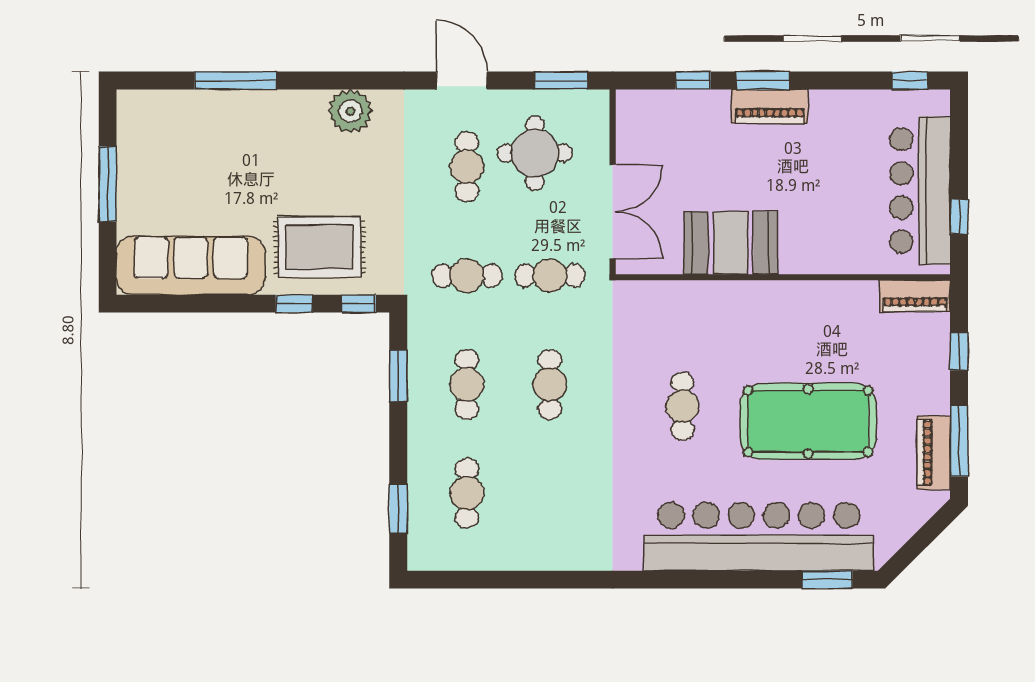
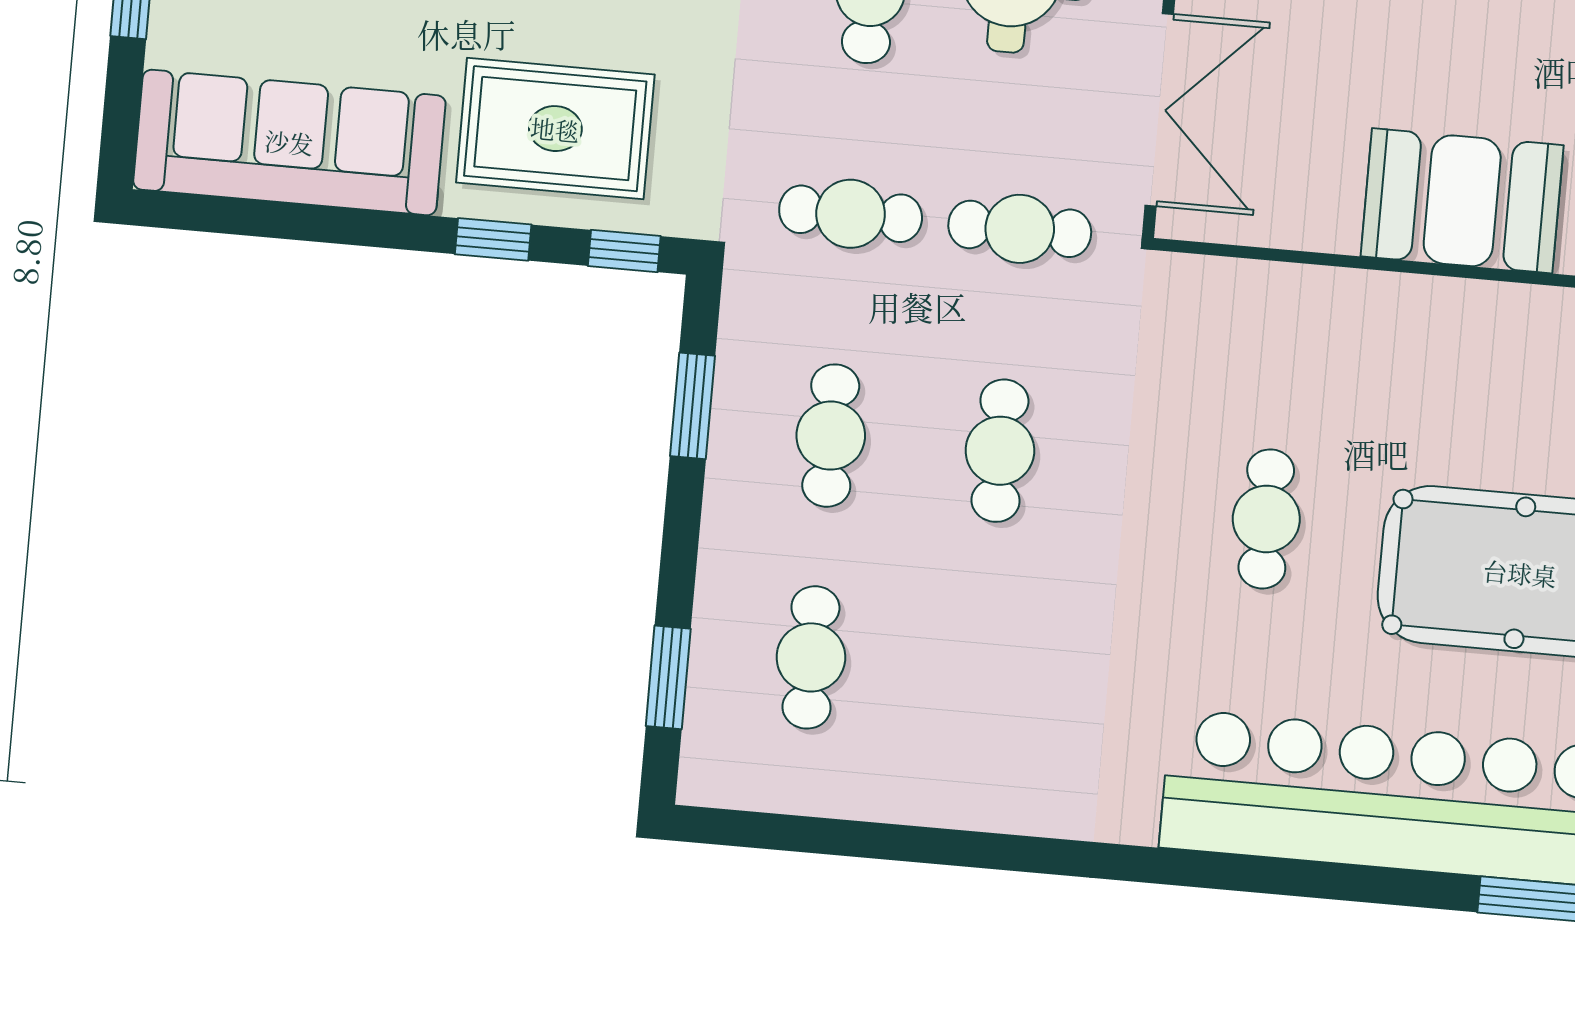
booth: (731, 243) -> (1462, 201), moved

